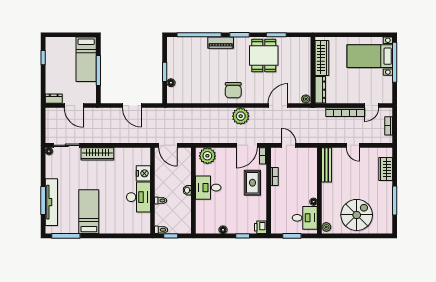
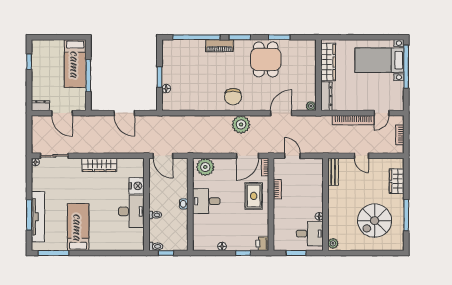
wardrobe: (97, 154) -> (99, 165), moved
bench: (326, 165) -> (333, 172), width x0.73
spiral stairs: (357, 215) -> (375, 221), moved, turned 180

